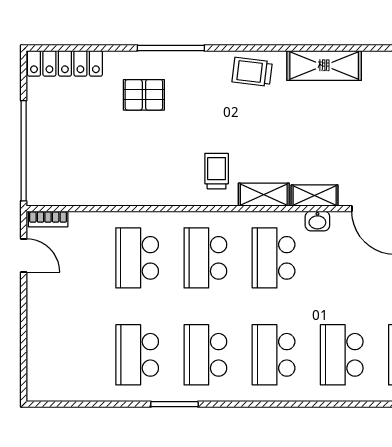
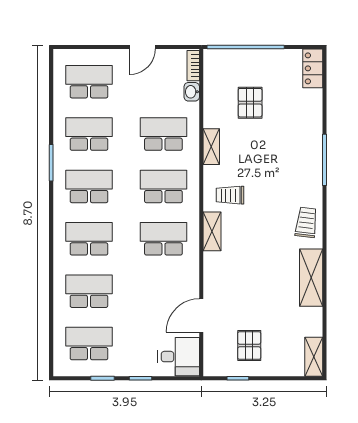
locker: (65, 63) -> (313, 68), width x0.66
pallet: (144, 95) -> (250, 103), moved
trolley: (217, 171) -> (230, 195), turned 180
shelving: (315, 195) -> (211, 147), moved
washbasin: (317, 221) -> (192, 92), moved
door: (24, 256) -> (142, 47), moved
school desk: (69, 355) -> (89, 82), added

